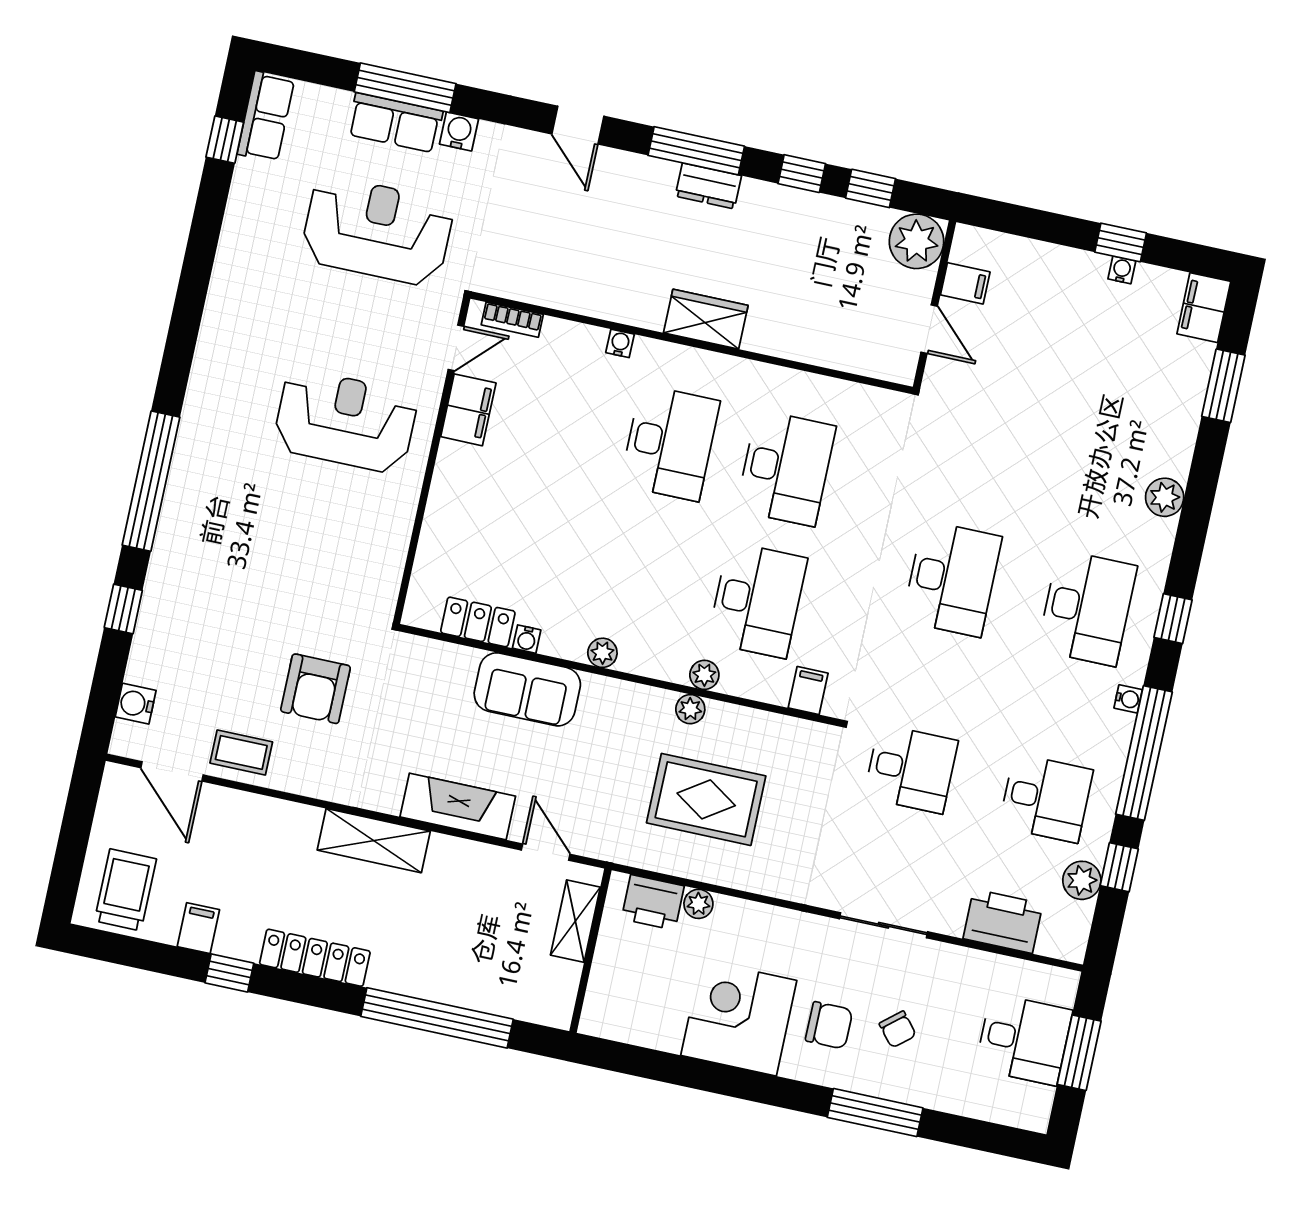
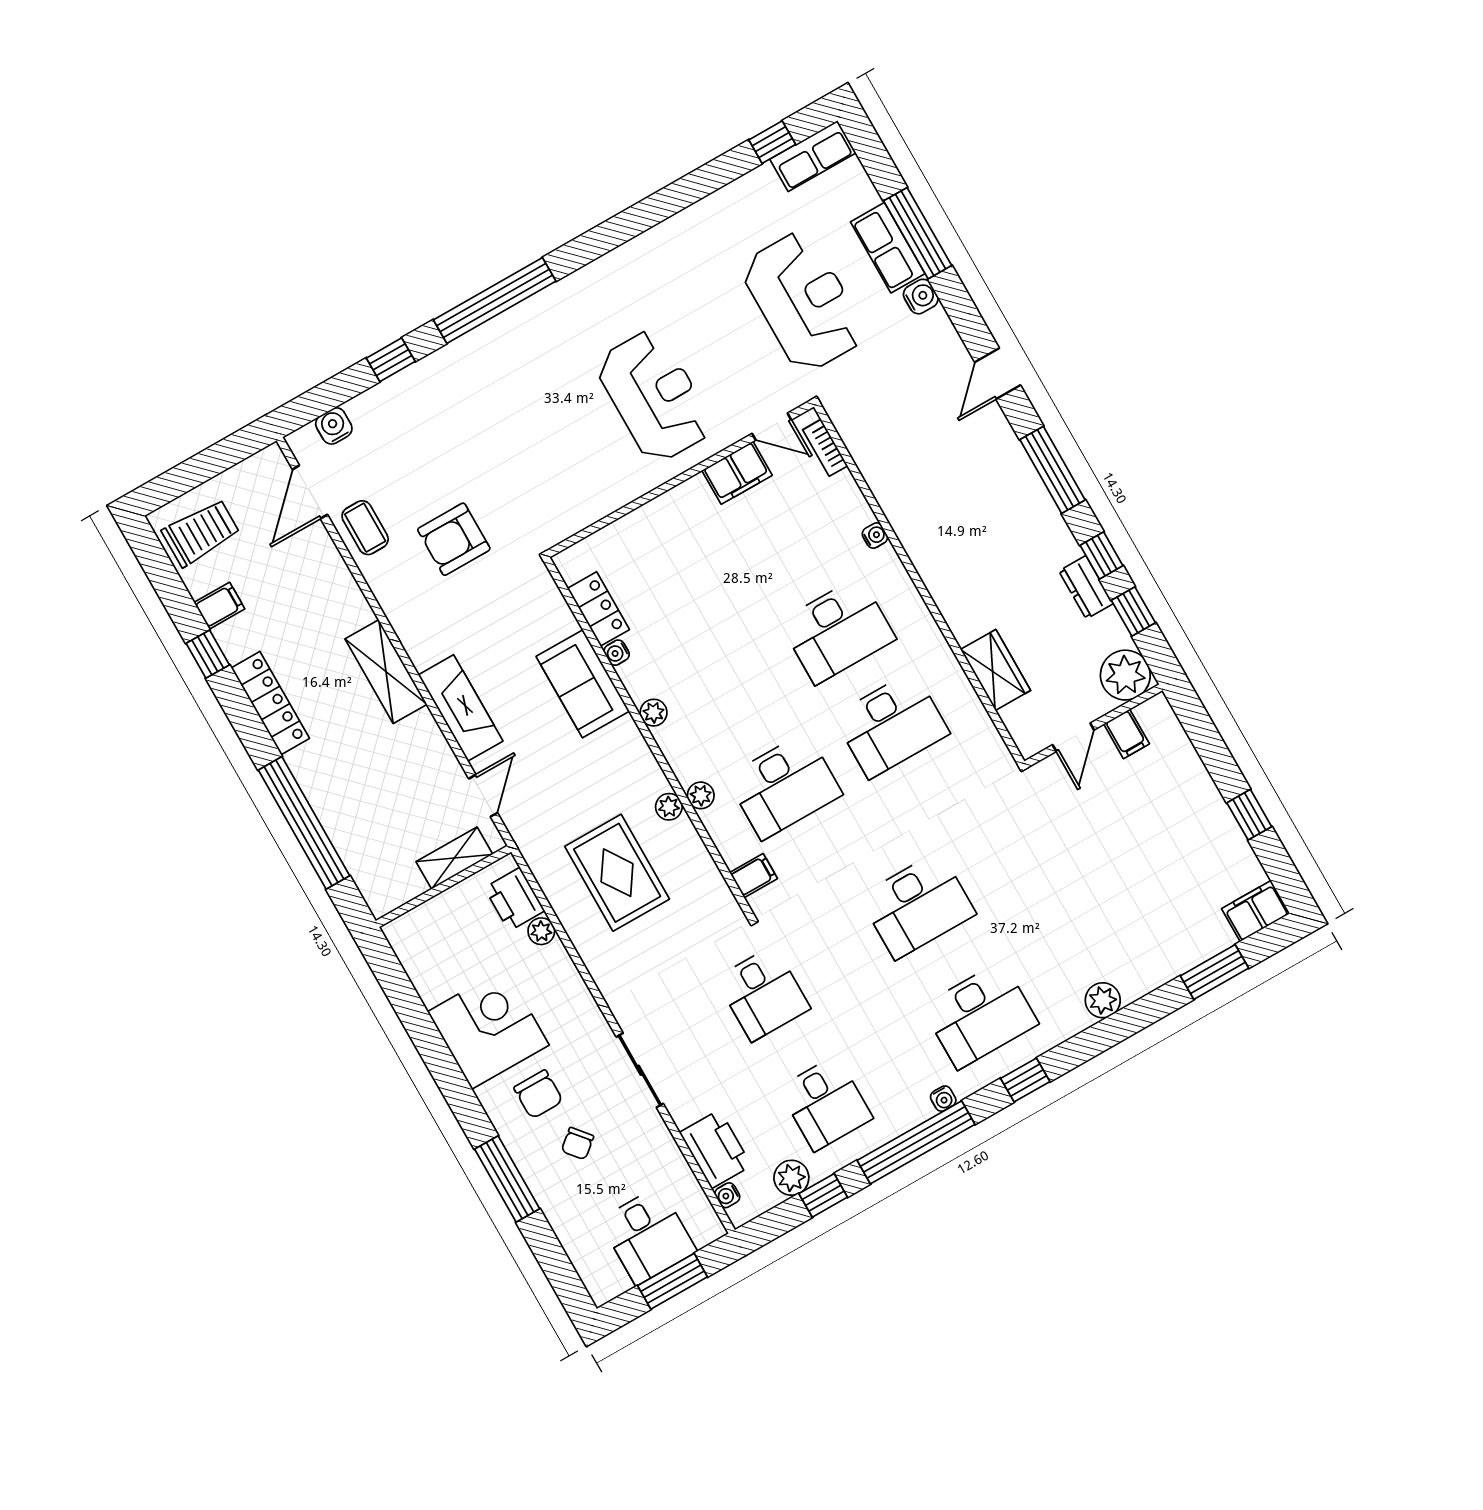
dresser: (708, 186) -> (1086, 587), moved
water cooler: (1122, 270) -> (727, 1195), moved, turned 180
wardrobe: (706, 319) -> (996, 670), moved

